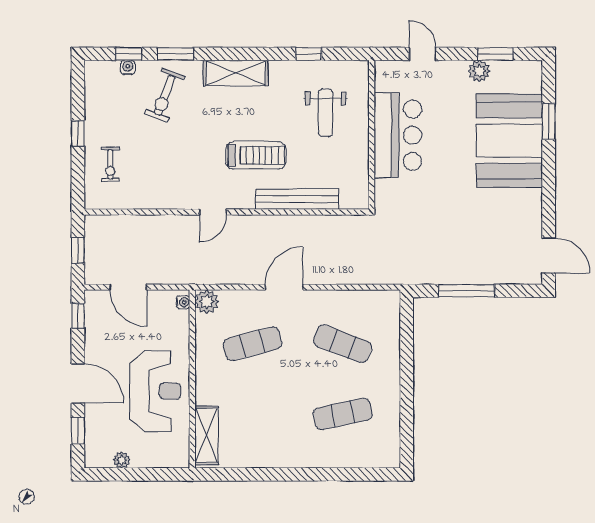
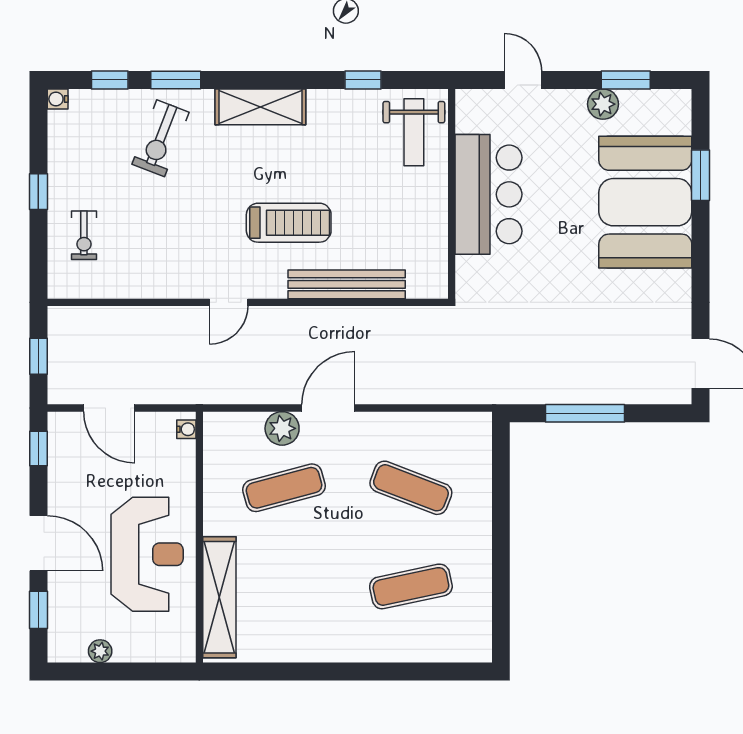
water cooler: (128, 67) -> (58, 99), moved, turned -90
weight bench: (326, 113) -> (414, 132), moved
plant: (207, 302) -> (282, 428), moved
shelving: (206, 435) -> (219, 597), width x1.47

